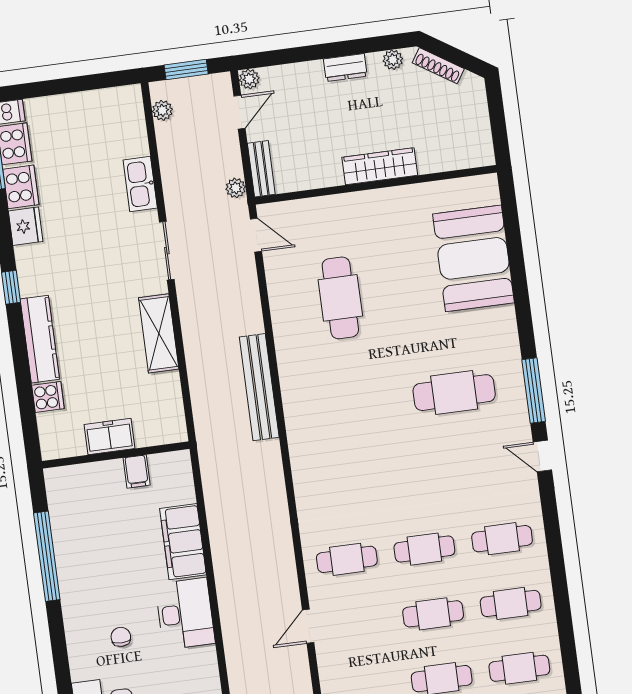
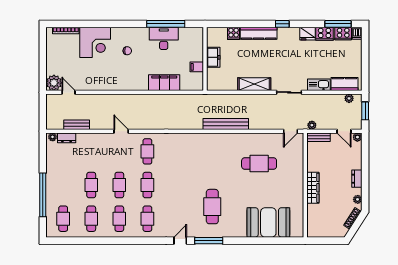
kitchen counter: (131, 125) -> (344, 84), added
desk: (185, 614) -> (164, 38), moved, turned 180

